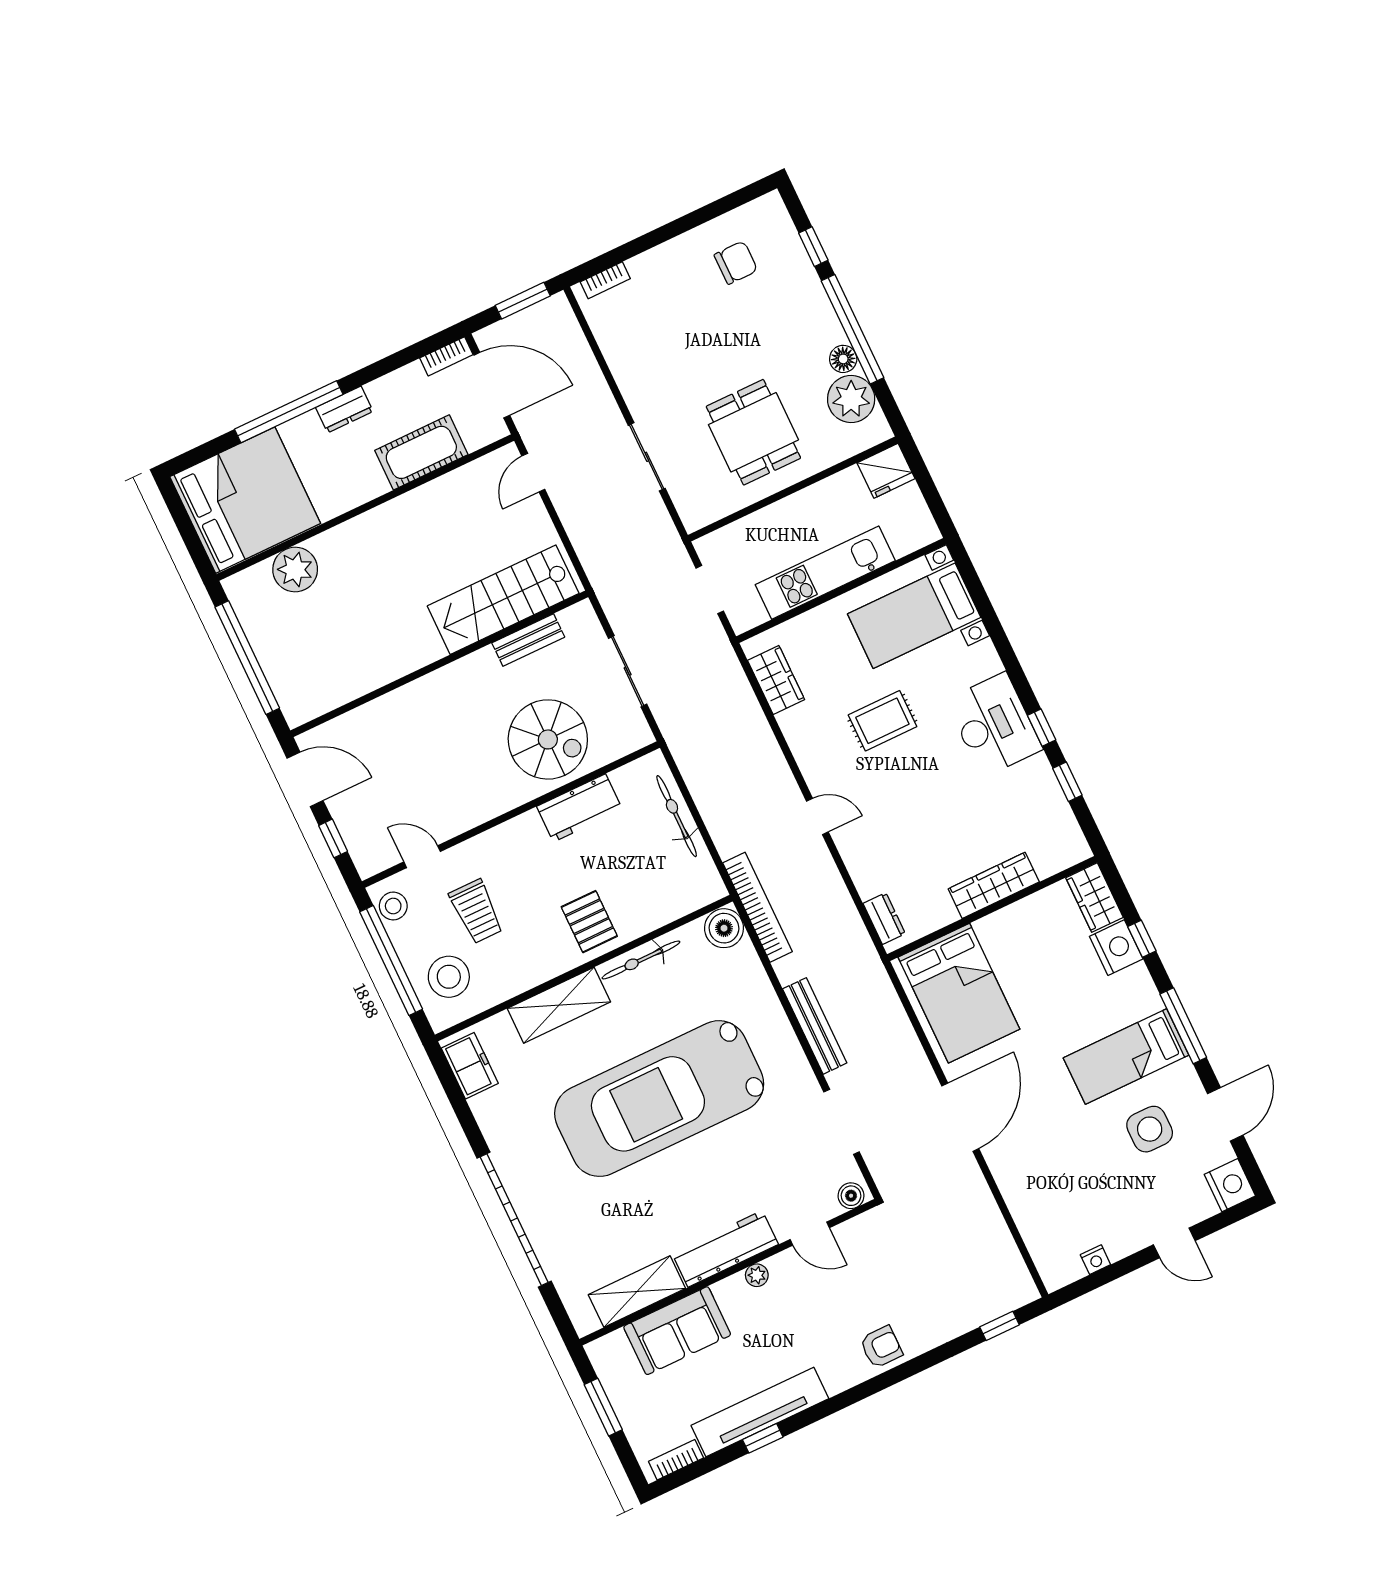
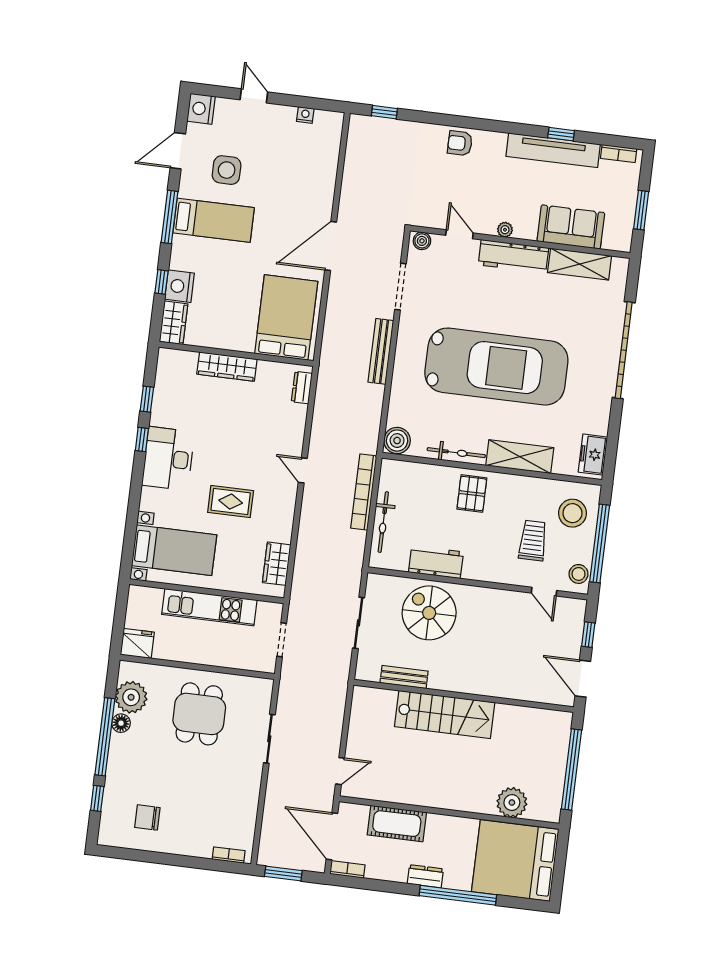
stairs: (503, 600) -> (445, 714), moved
bookcase: (758, 907) -> (364, 492), moved

